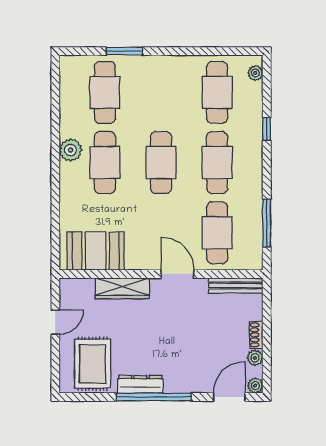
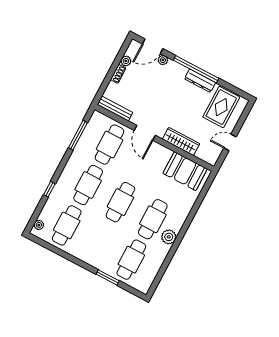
plant: (255, 386) -> (163, 60), moved

